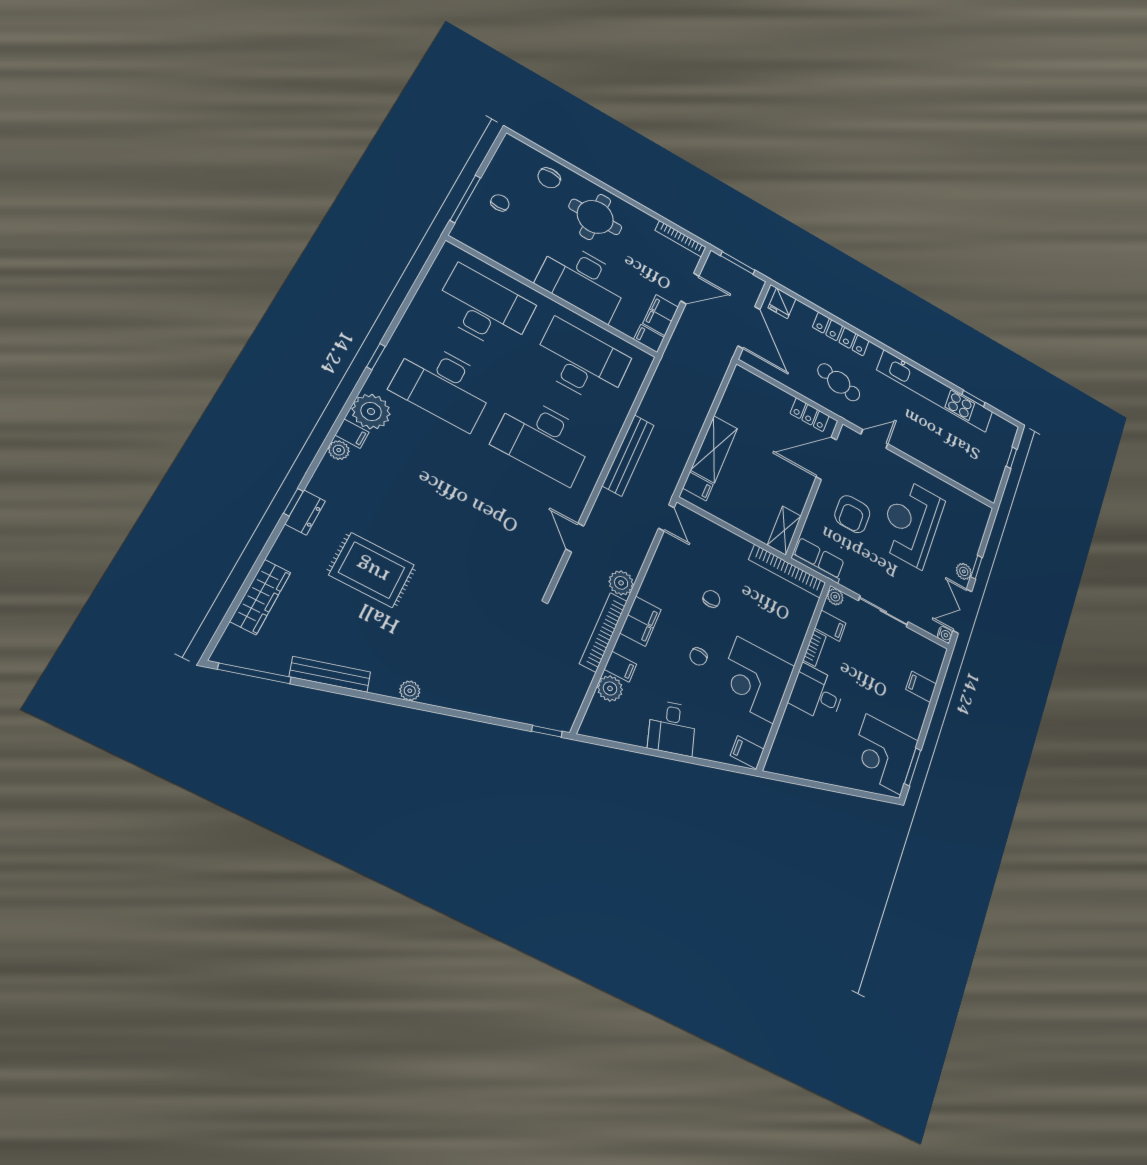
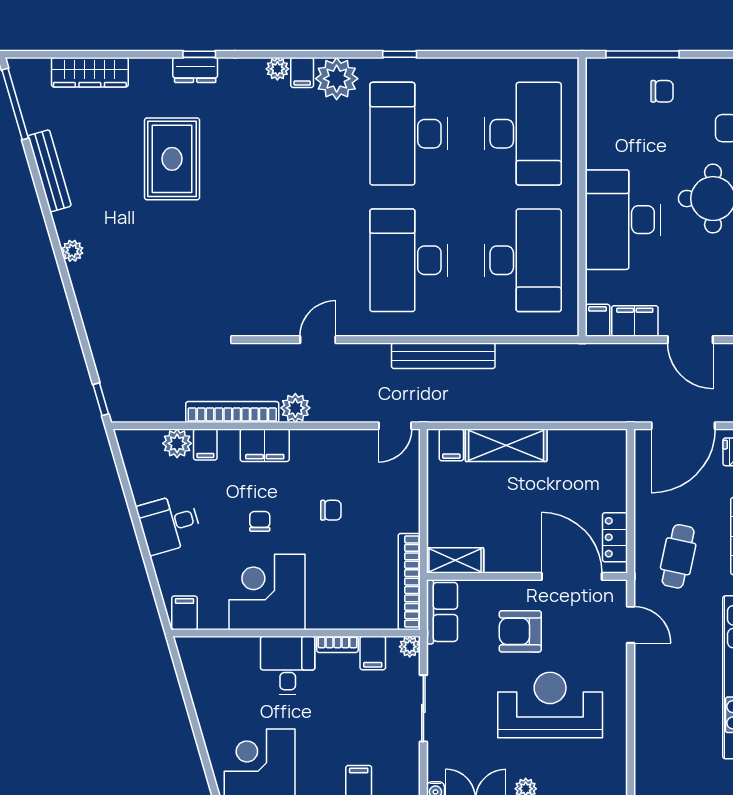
chair: (698, 657) -> (260, 521), turned 85

